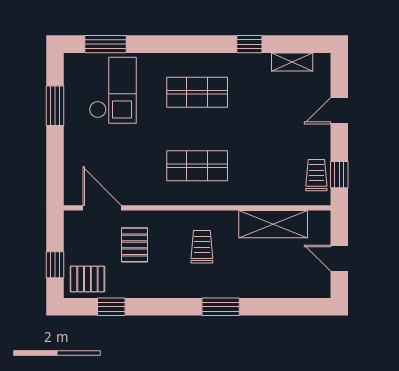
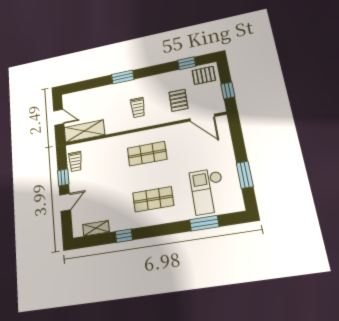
window: (106, 44) -> (204, 223), moved
window: (339, 175) -> (63, 177), moved
shelving: (273, 224) -> (84, 131), moved
window: (55, 265) -> (228, 91), moved

